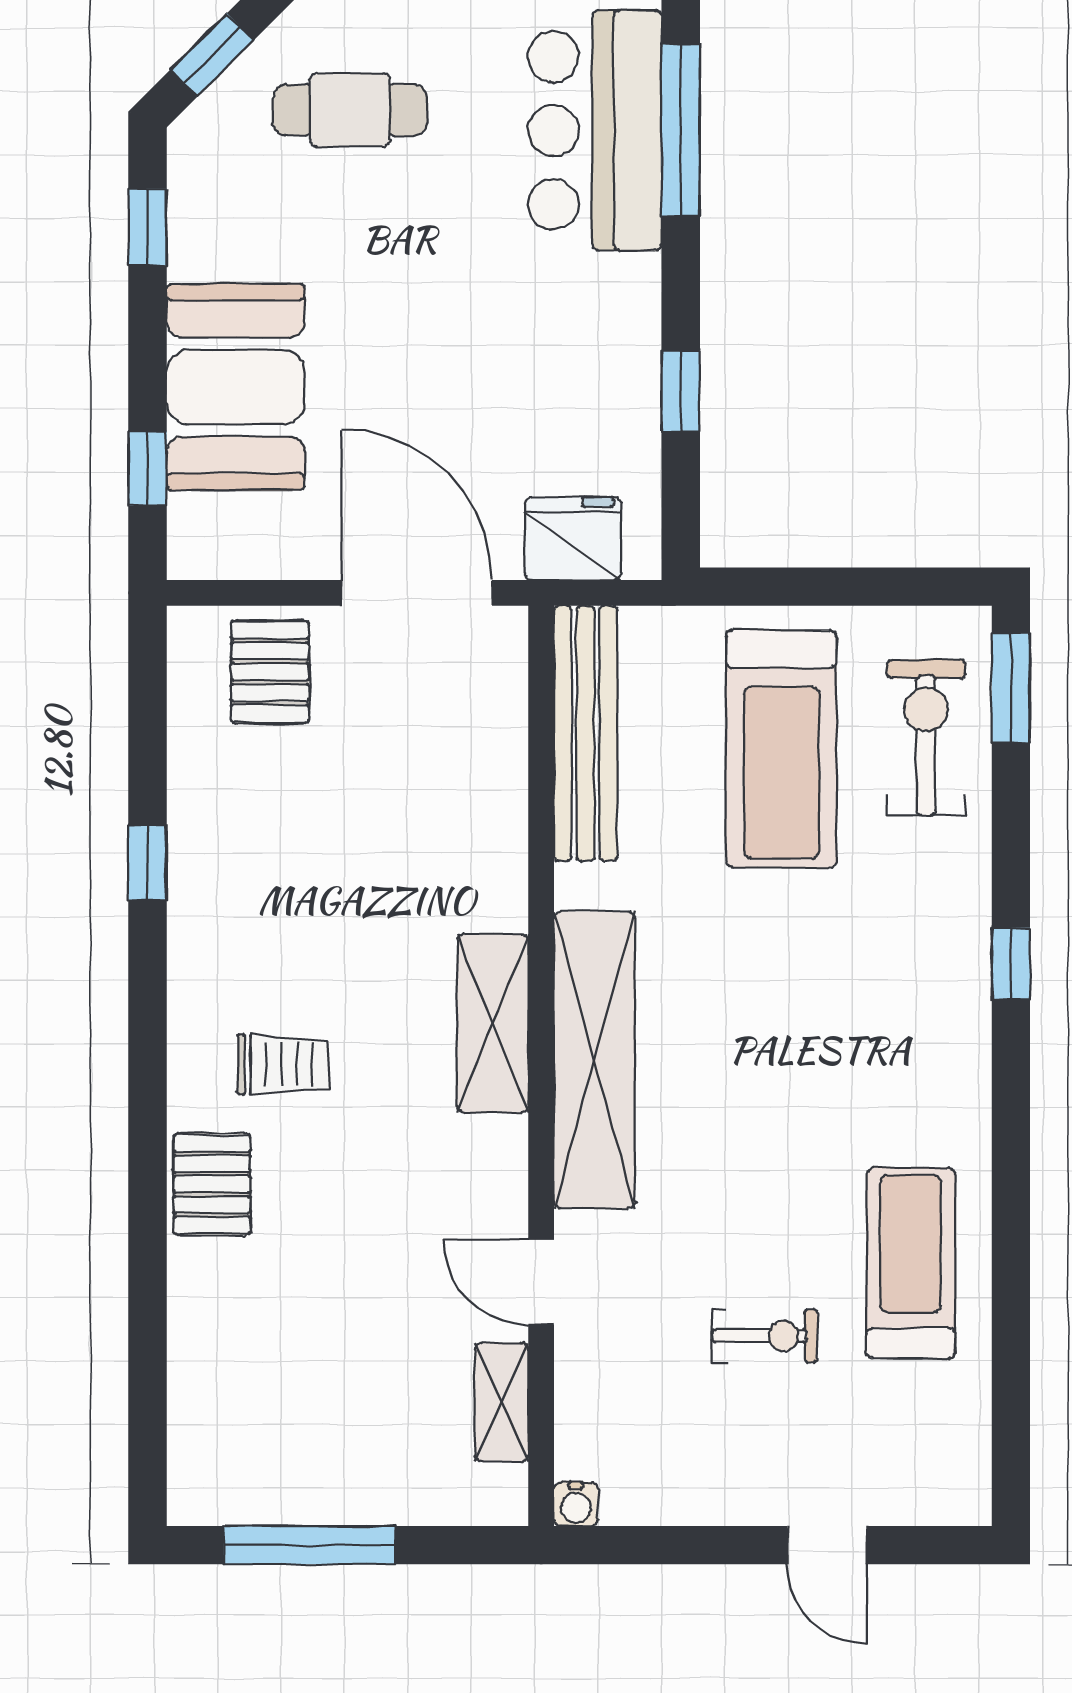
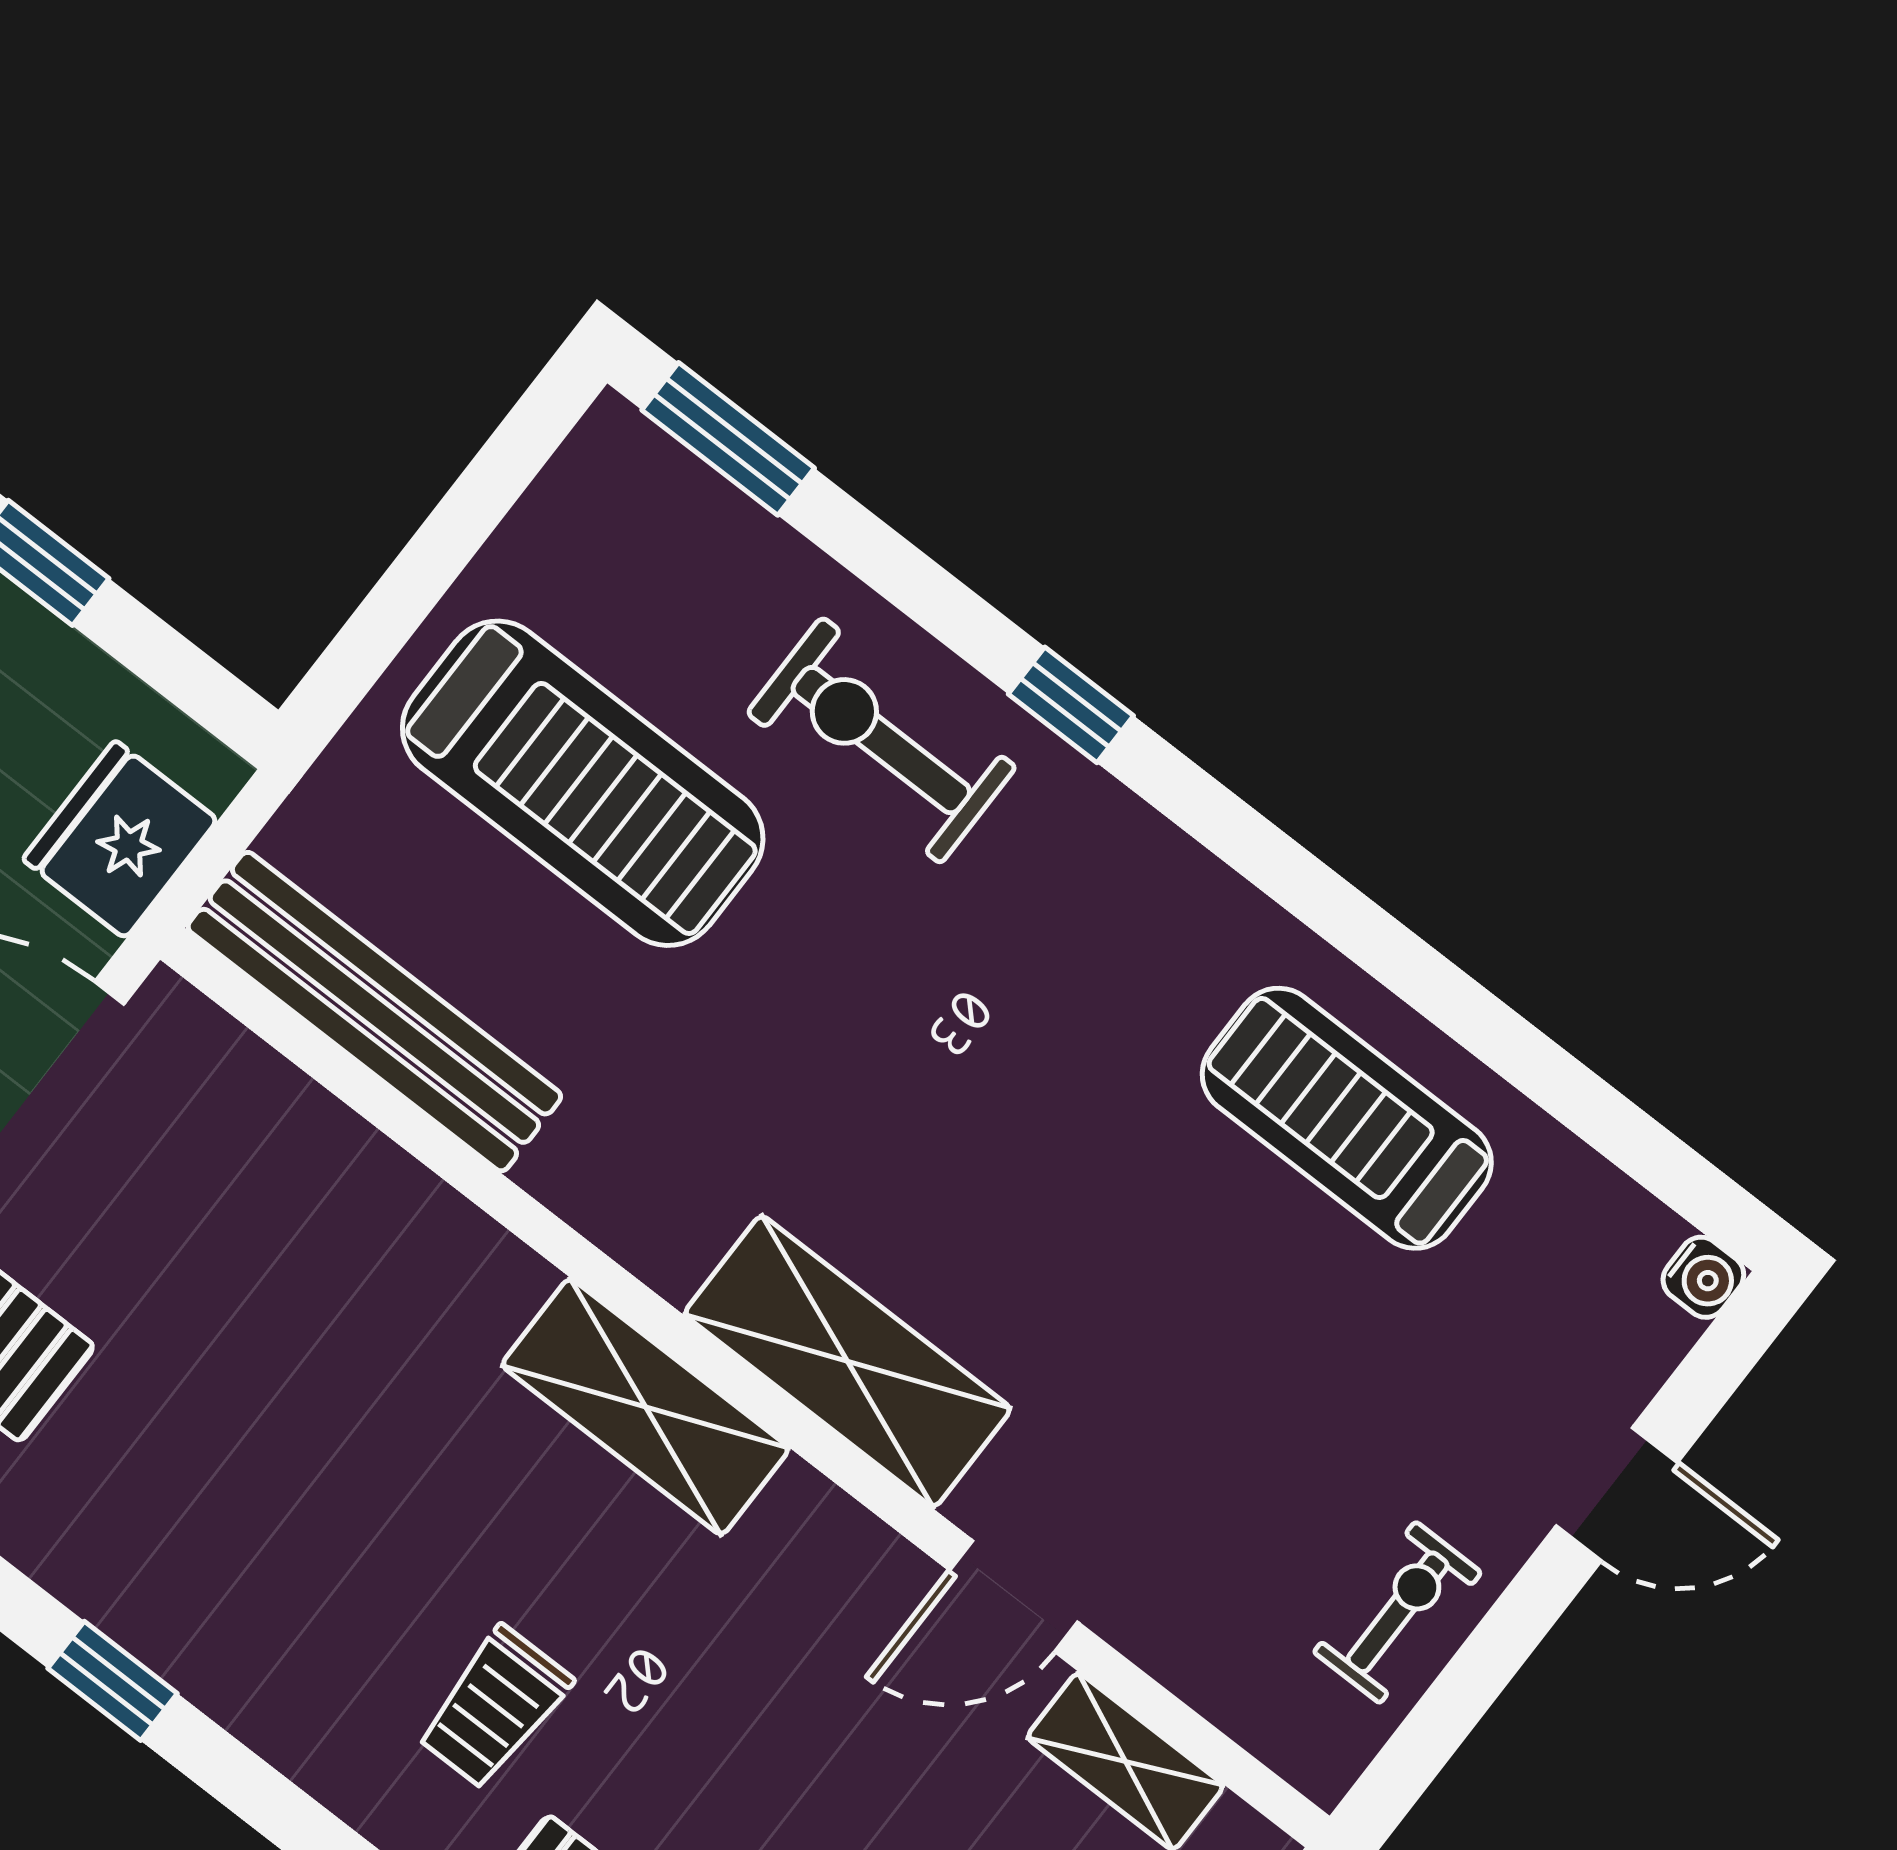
exercise bike: (926, 738) -> (881, 740), moved
shelving: (594, 1060) -> (848, 1361), width x0.68
trolley: (283, 1065) -> (494, 1708), turned 180
exercise bike: (765, 1336) -> (1398, 1612), moved
water cooler: (576, 1504) -> (1703, 1277), moved

